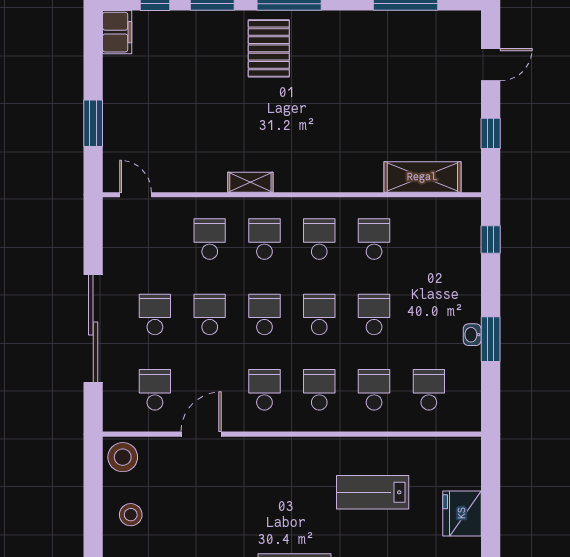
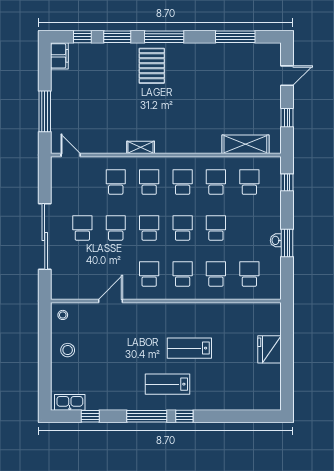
window: (93, 123) -> (45, 111), width x1.44
school desk: (155, 390) -> (249, 182), moved
stool: (123, 457) -> (63, 315), width x0.53, depth x0.53
lab bench: (373, 492) -> (189, 348), moved

